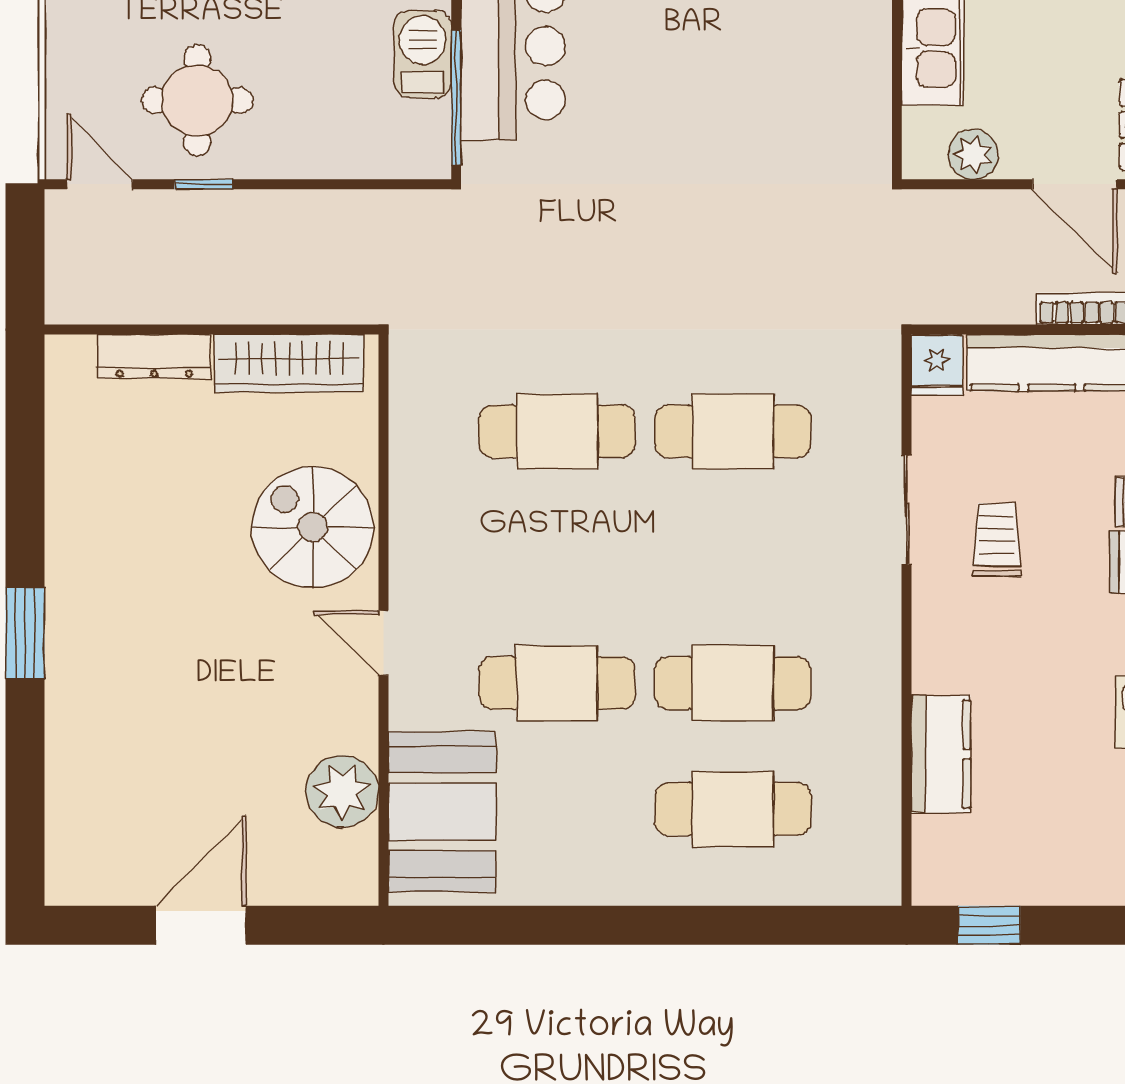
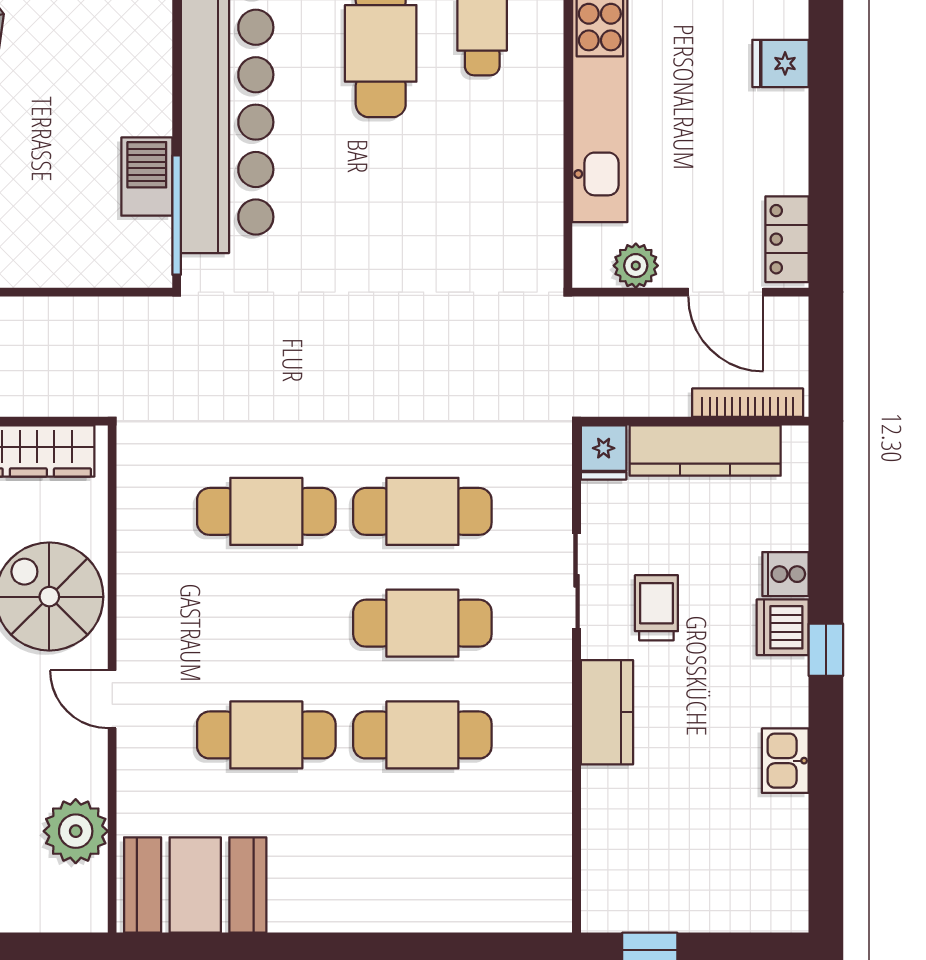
kitchen counter: (941, 754) -> (607, 712), moved
cafe table: (733, 809) -> (422, 623), moved
booth: (442, 812) -> (195, 885), moved, turned 90

